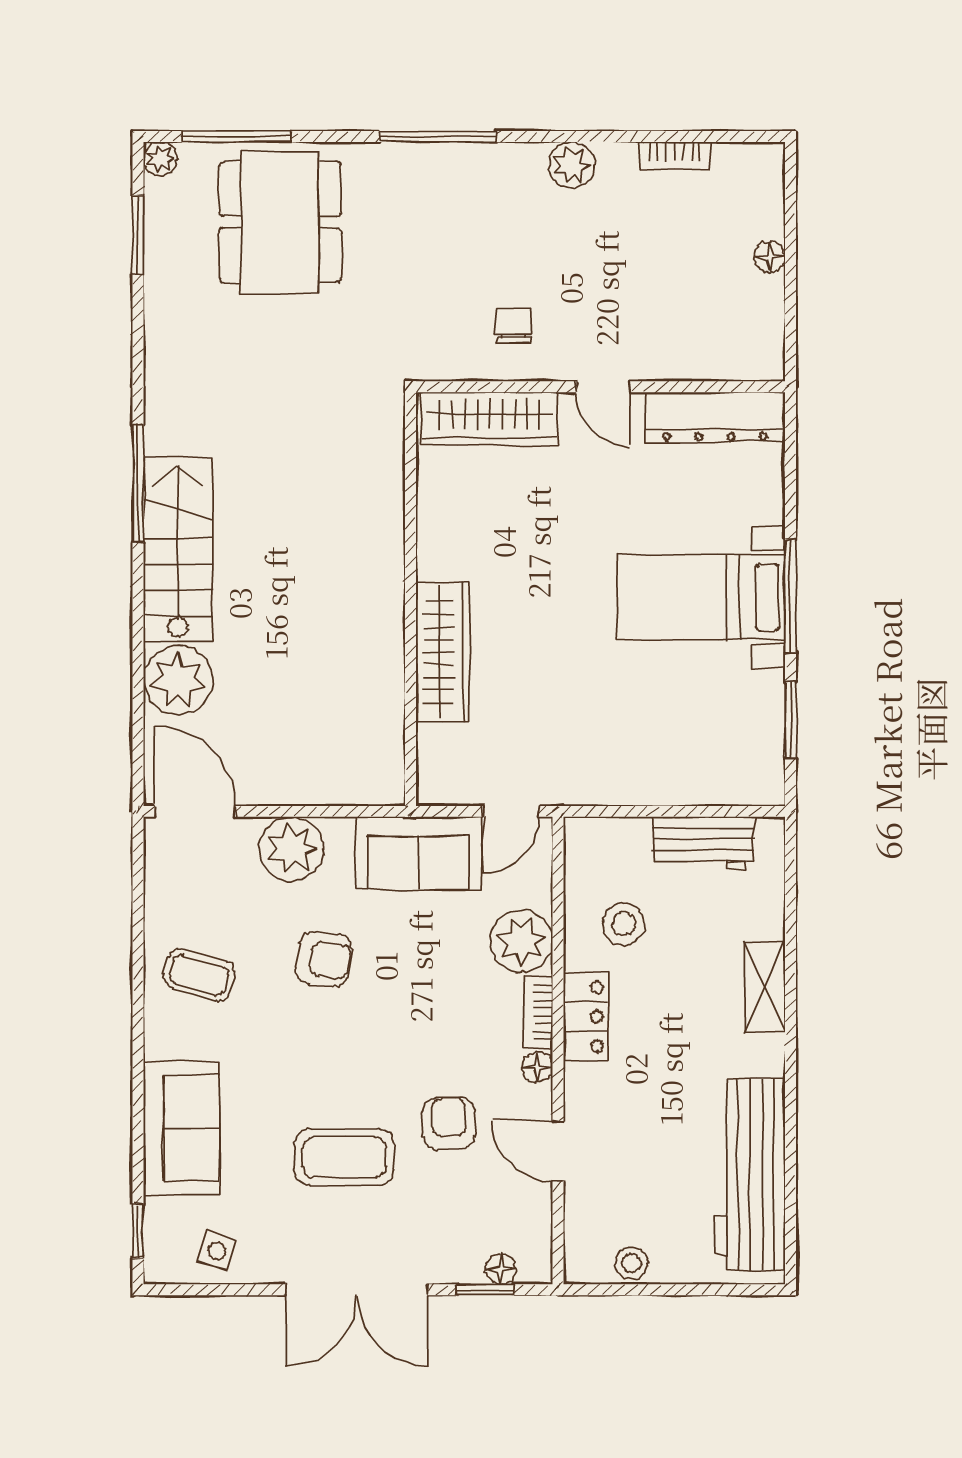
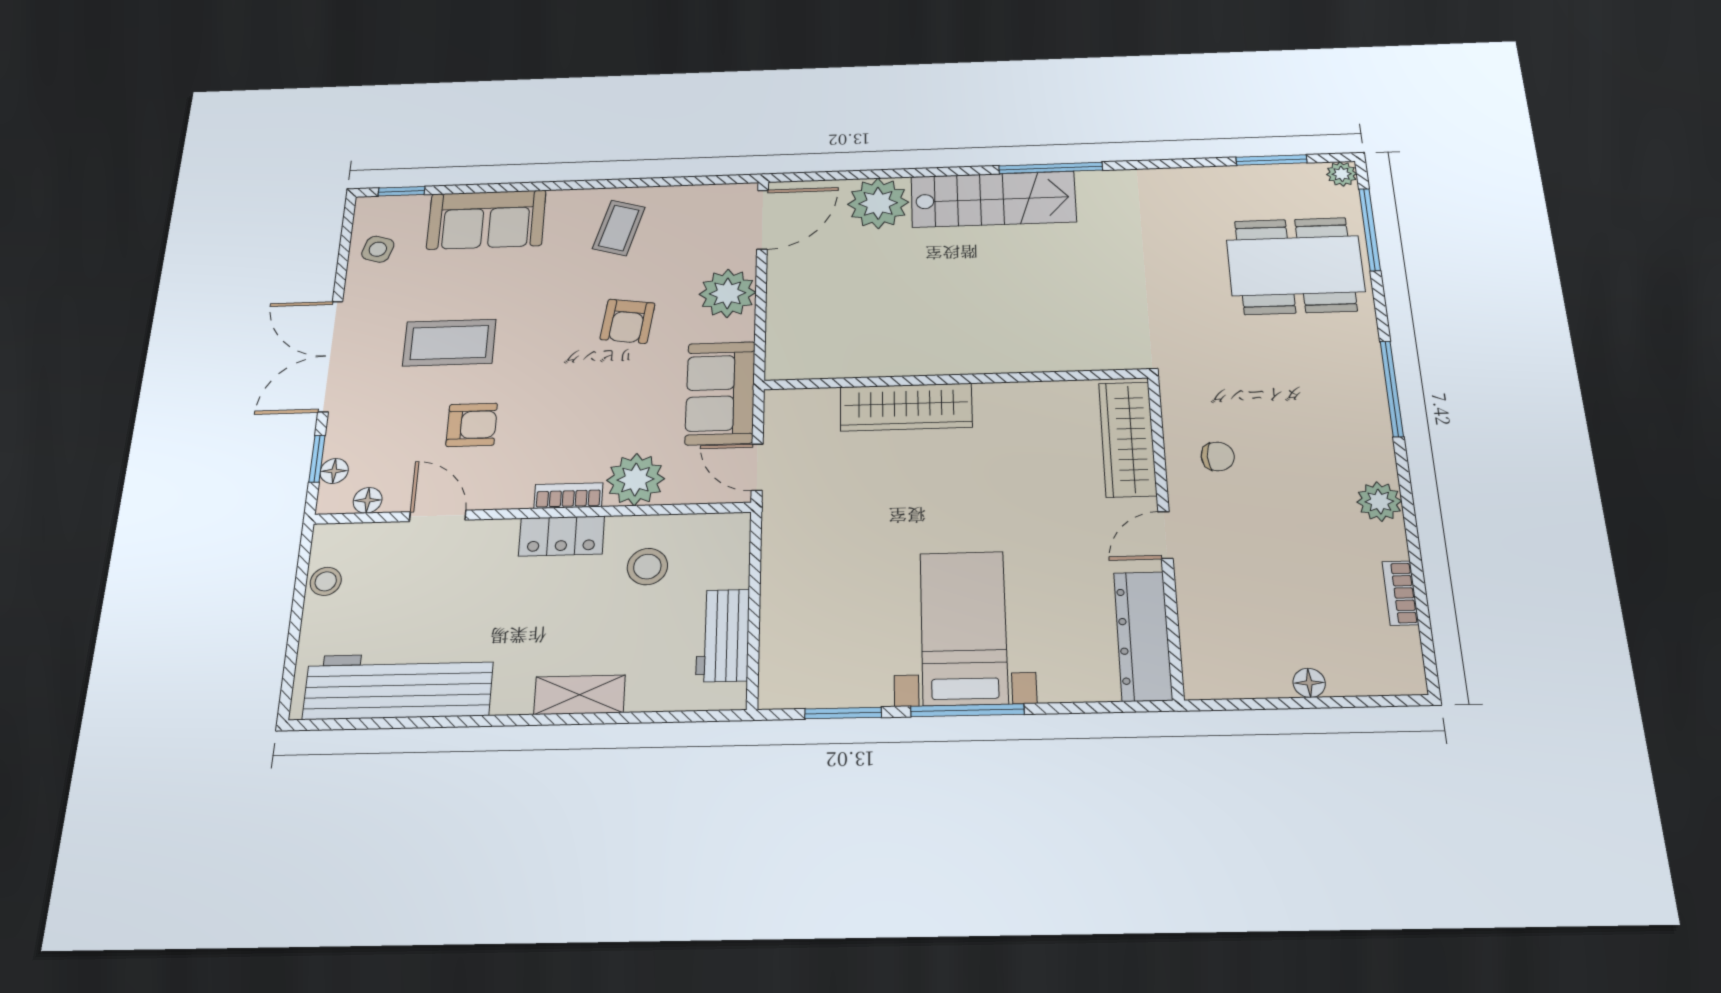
floor lamp: (537, 1067) -> (368, 500), moved
door: (558, 1151) -> (438, 516), hinge flipped
coffee table: (344, 1157) -> (449, 343), turned 90

